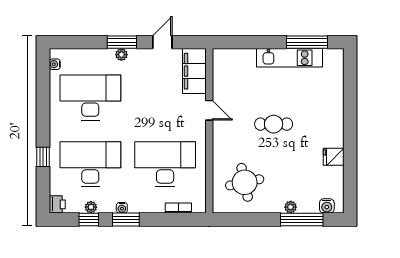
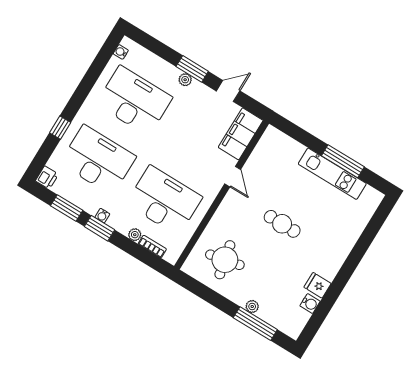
window: (307, 42) -> (343, 161), moved
water cooler: (327, 206) -> (310, 304), moved, turned -90
plant: (91, 207) -> (135, 235), moved
window: (89, 219) -> (67, 208), width x1.50

